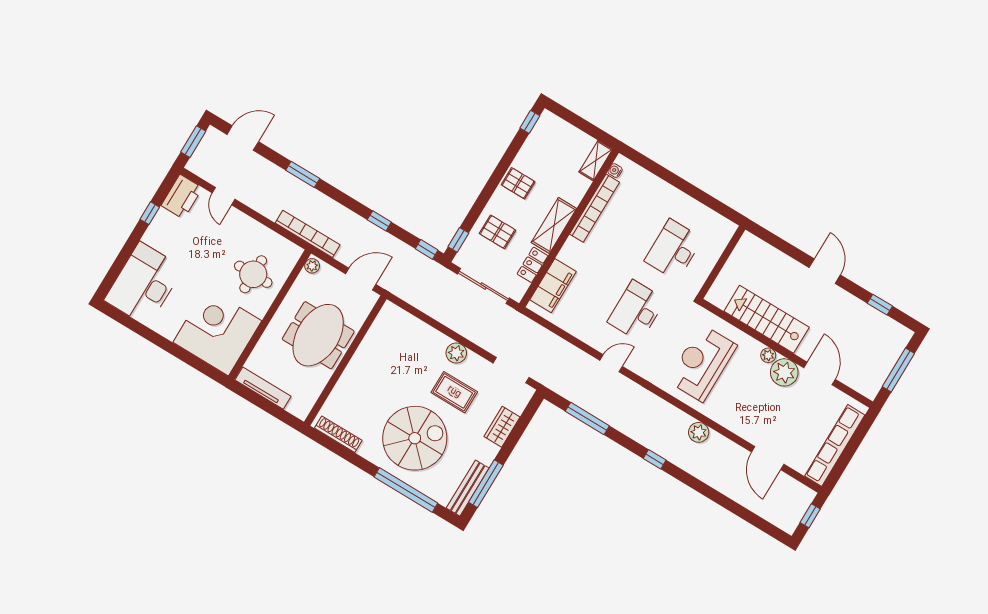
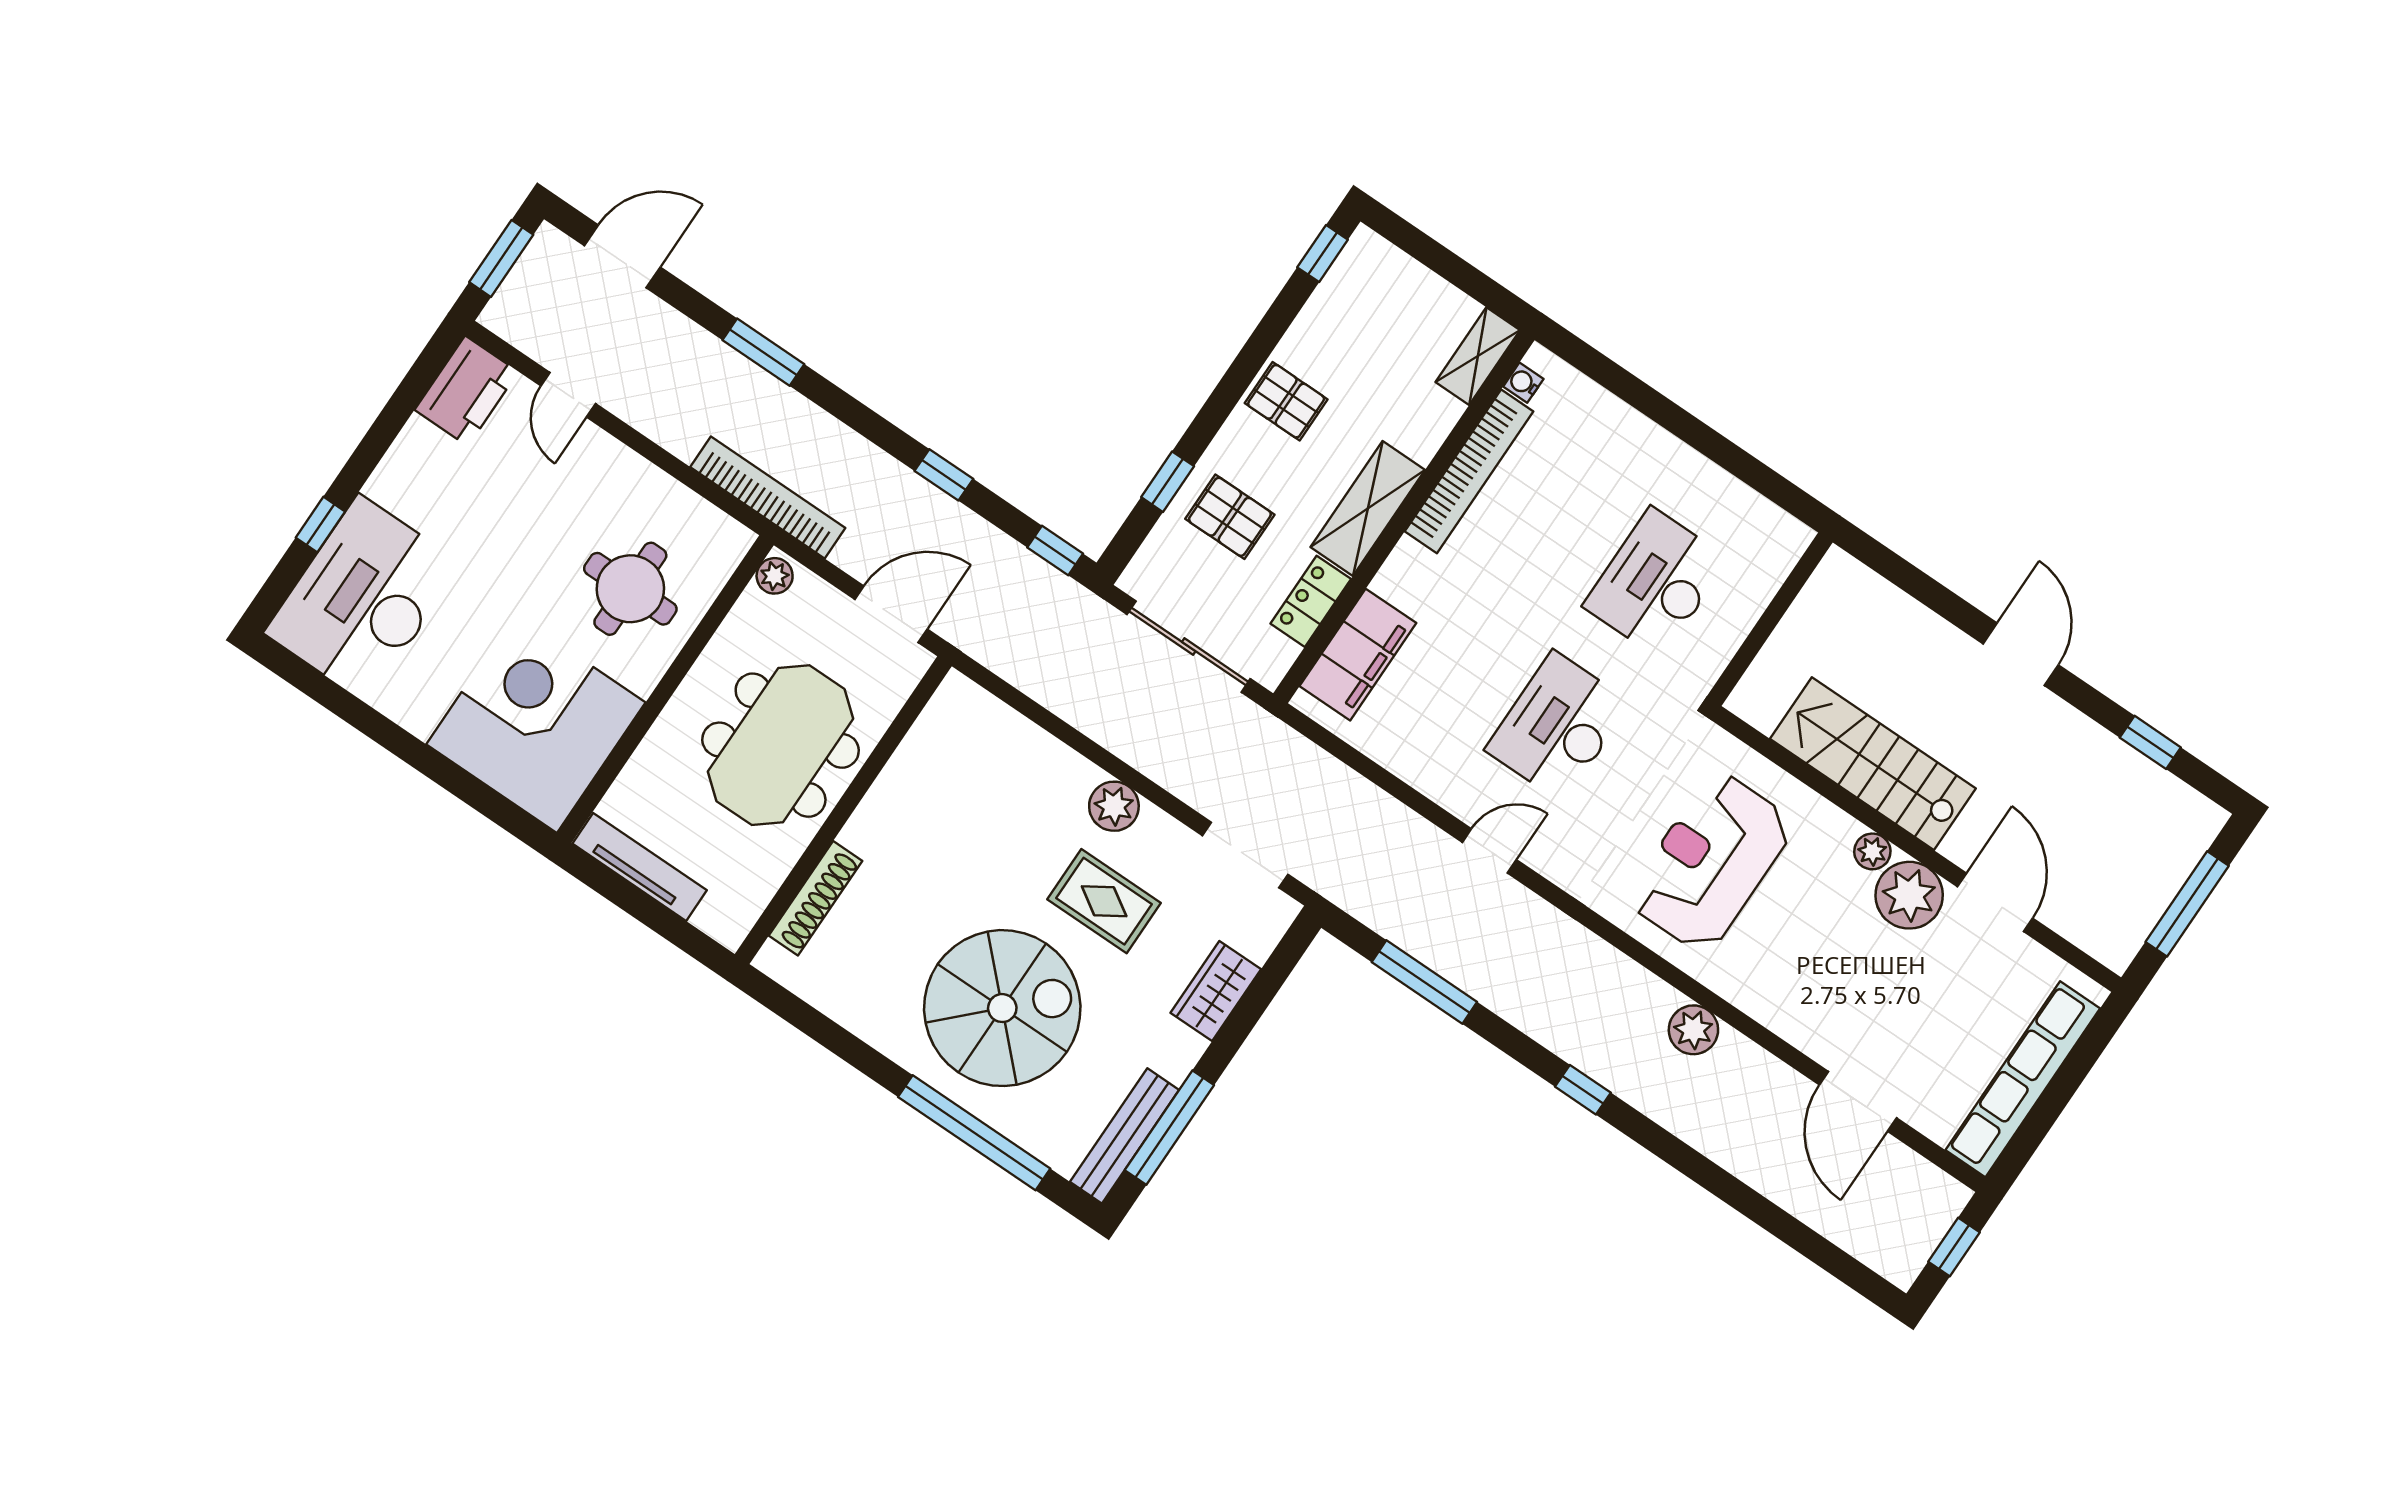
window: (150, 213) -> (320, 525), moved
window: (458, 240) -> (1168, 482), moved
shoe rack: (338, 434) -> (816, 898), moved, turned 90

